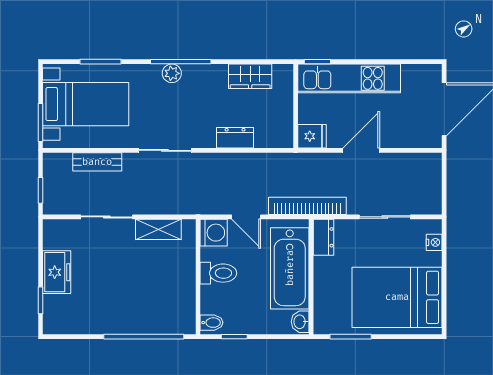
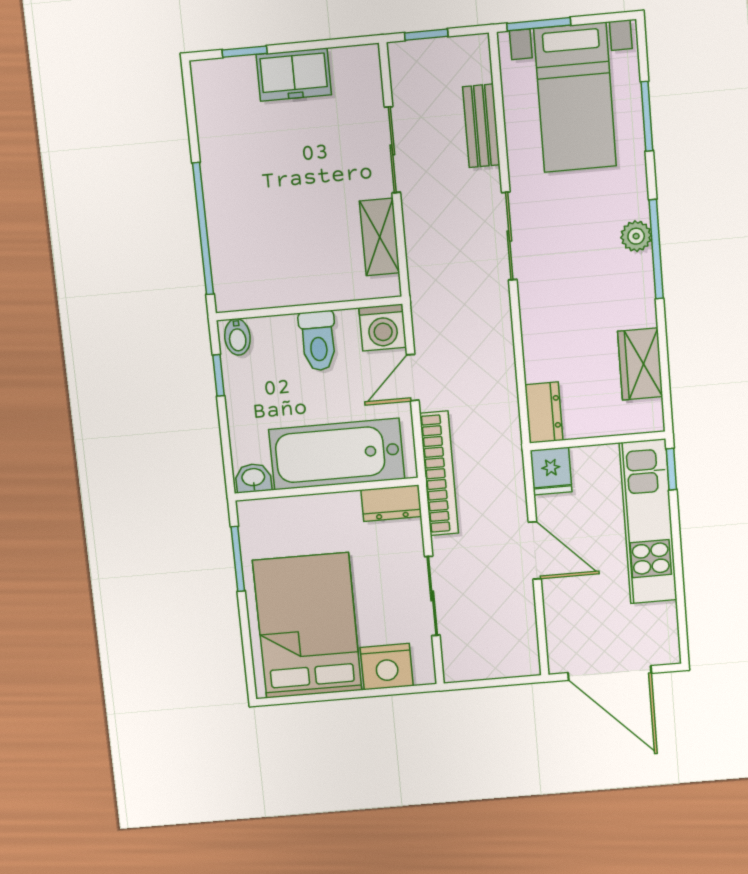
dresser: (235, 138) -> (544, 413), moved
nightstand: (434, 242) -> (387, 667), width x1.89, depth x1.79

